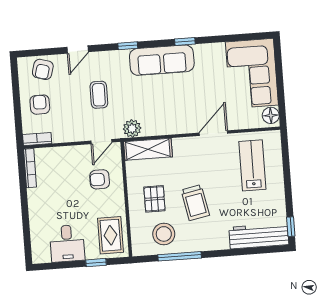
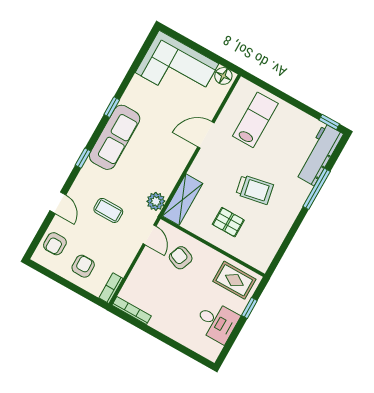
armchair: (43, 69) -> (55, 244), turned 74
armchair: (40, 105) -> (83, 266), turned 90
door: (213, 133) -> (206, 135), hinge flipped
lab bench: (252, 165) -> (255, 120), turned 90
armchair: (100, 179) -> (181, 258), turned 111
stool: (164, 234) -> (264, 234), removed
window: (180, 256) -> (317, 189), moved

